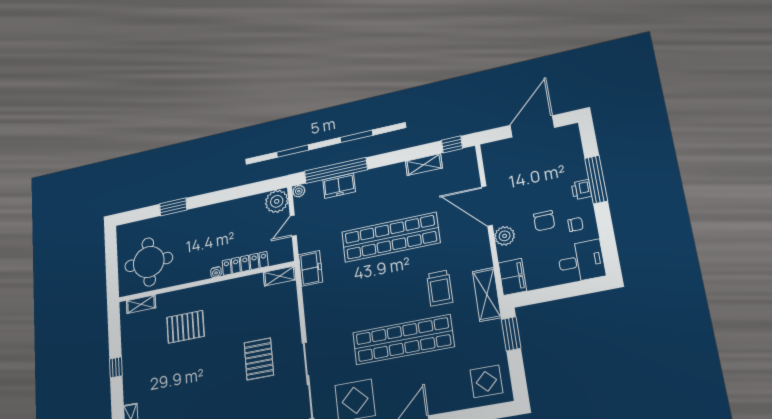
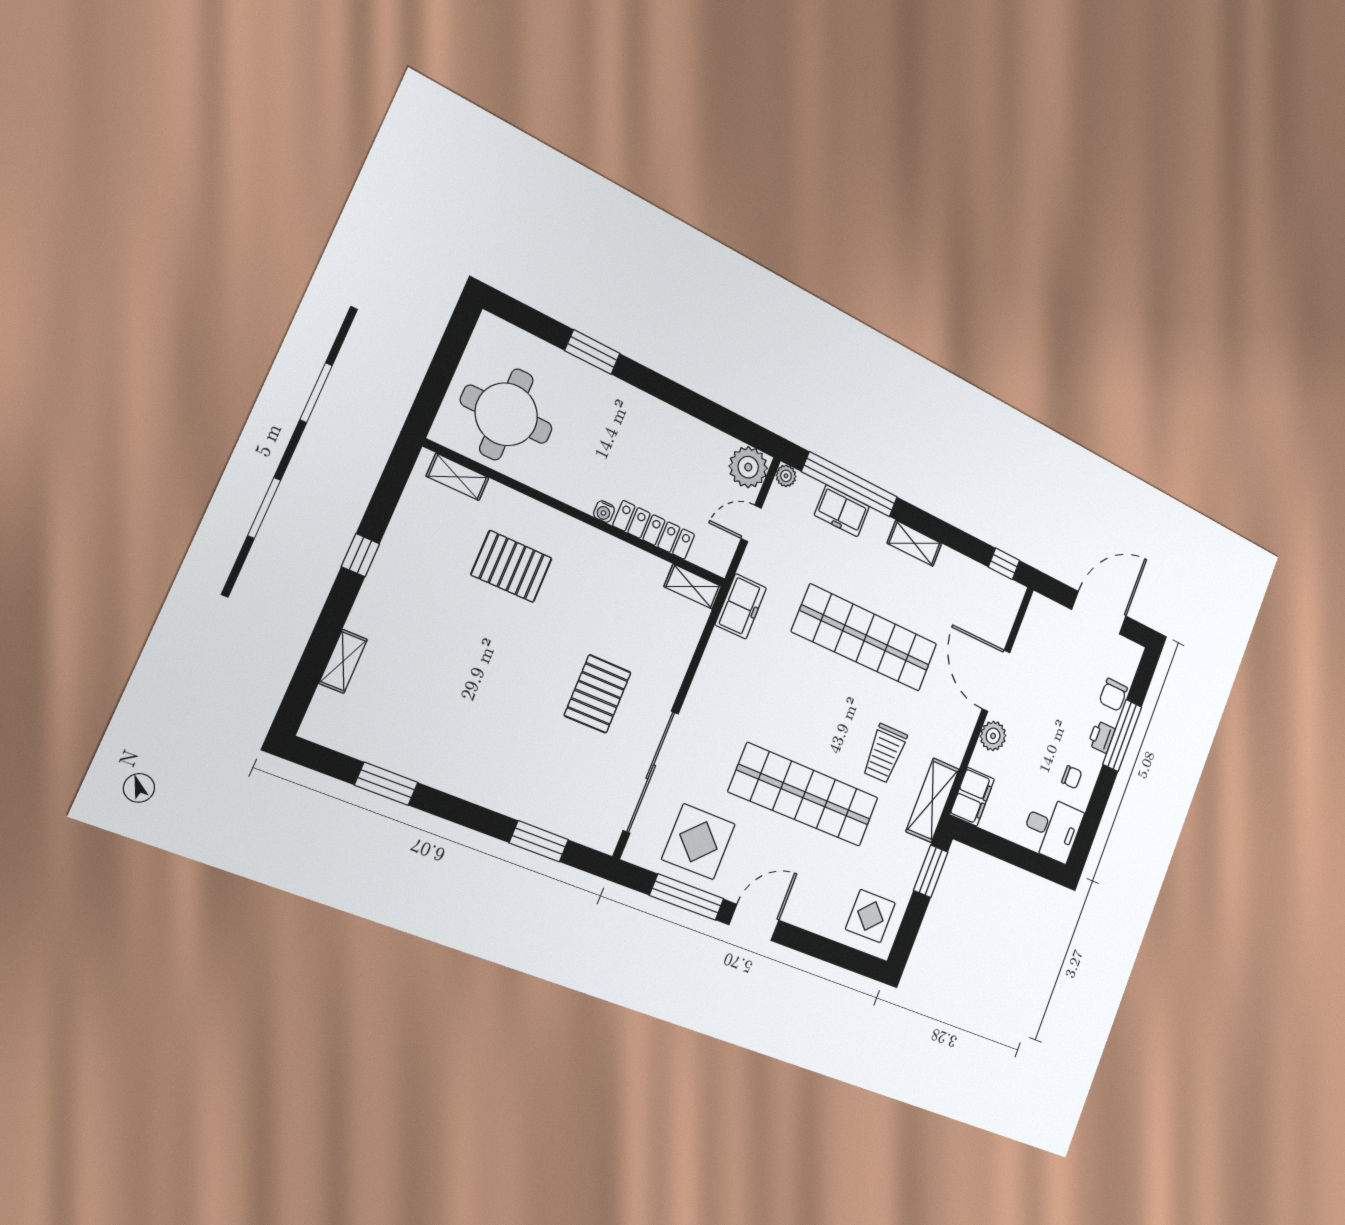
shelving: (424, 165) -> (914, 543), moved
chair: (544, 221) -> (1113, 695), moved

